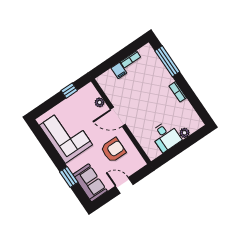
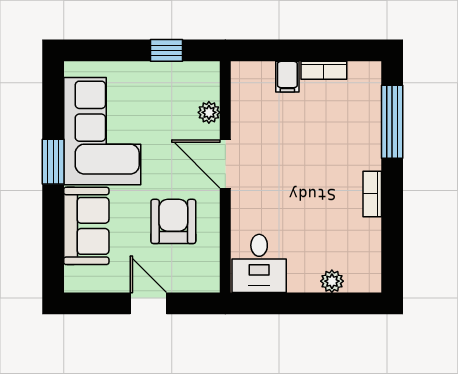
desk: (166, 136) -> (259, 263), moved
armchair: (113, 150) -> (173, 221), turned -90
window: (69, 177) -> (53, 162), moved
sofa: (90, 183) -> (86, 226), moved

